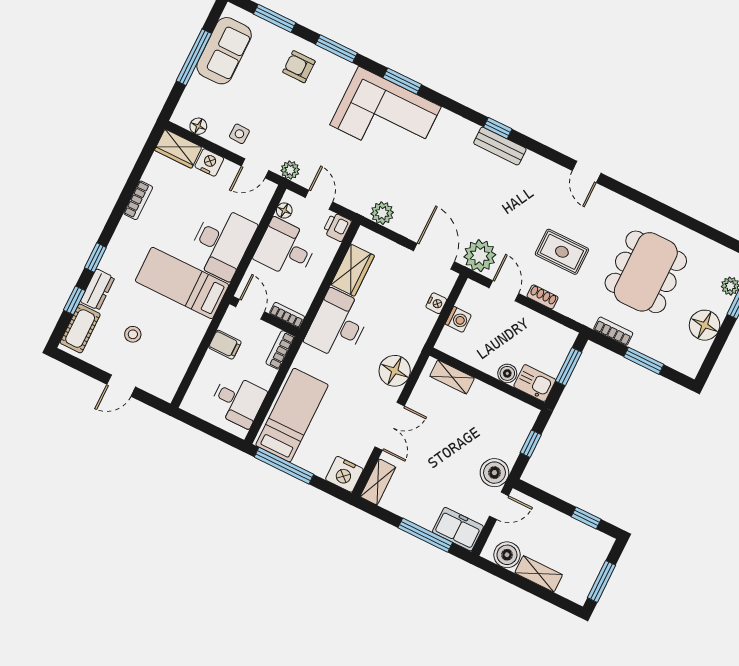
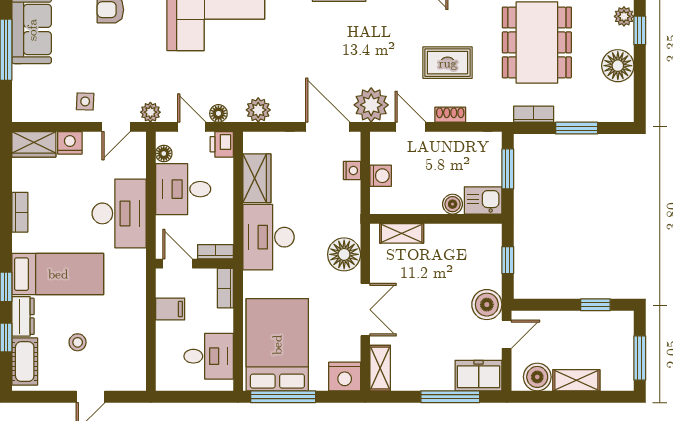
floor lamp: (198, 126) -> (218, 113), moved
bed: (182, 283) -> (58, 274), moved, turned 180
bed: (292, 415) -> (277, 345), width x1.50

